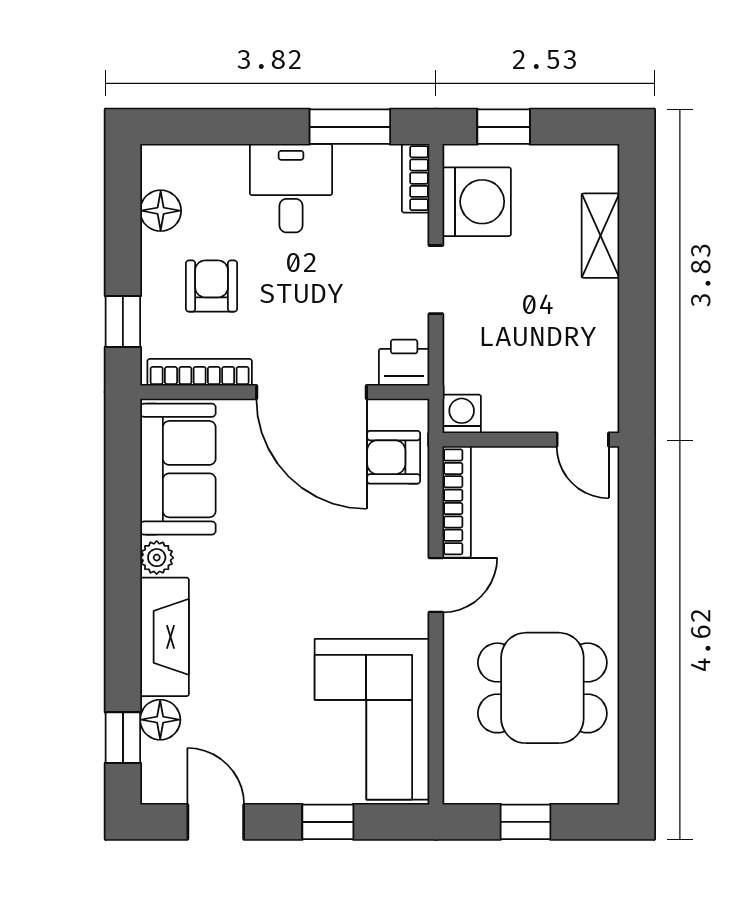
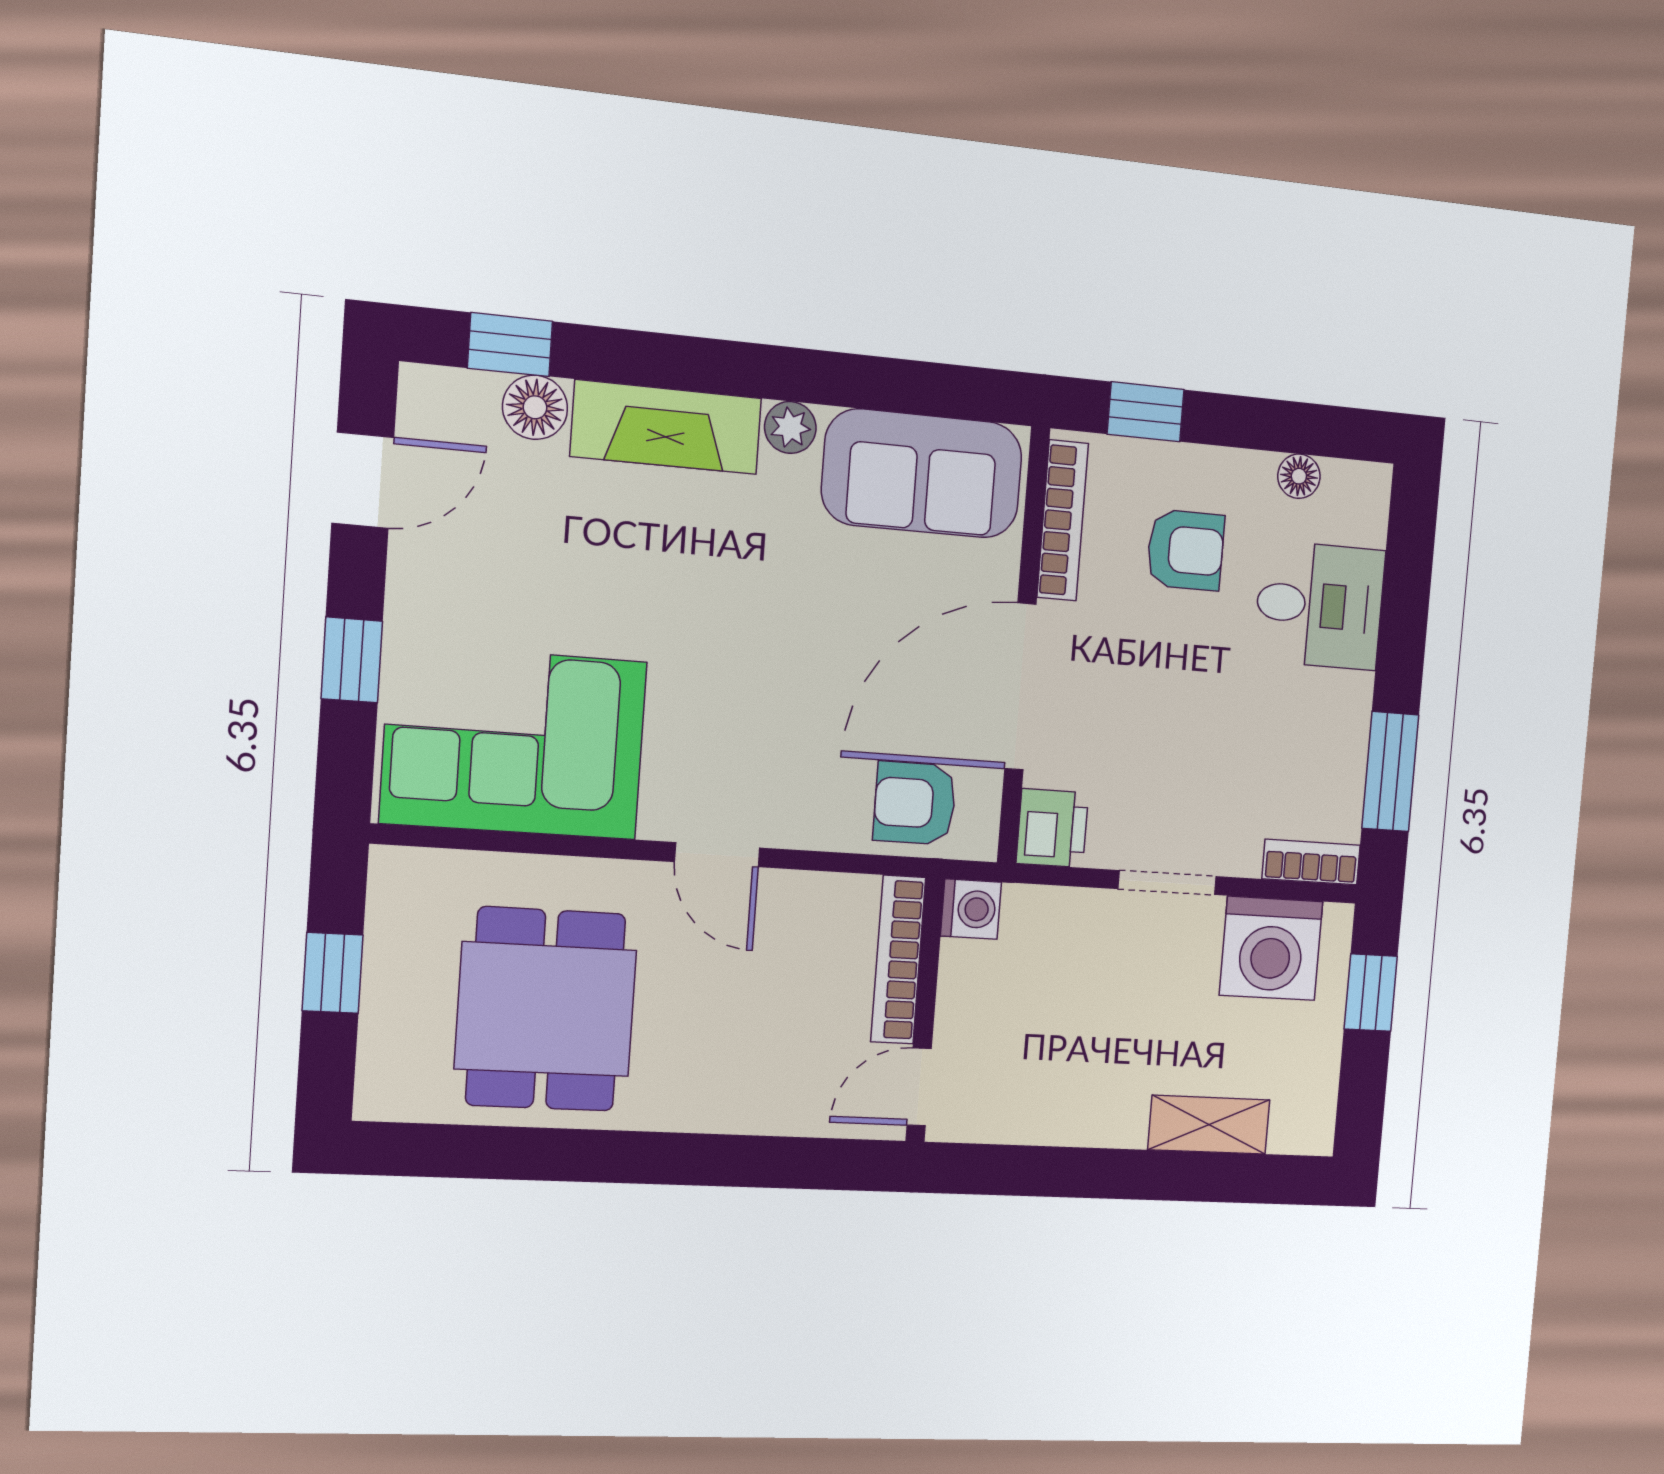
desk: (291, 188) -> (1320, 605), moved
floor lamp: (161, 211) -> (1299, 476), width x0.73, depth x0.73
armchair: (394, 457) -> (915, 803), turned -90
bookcase: (457, 502) -> (898, 960), moved, turned 90

